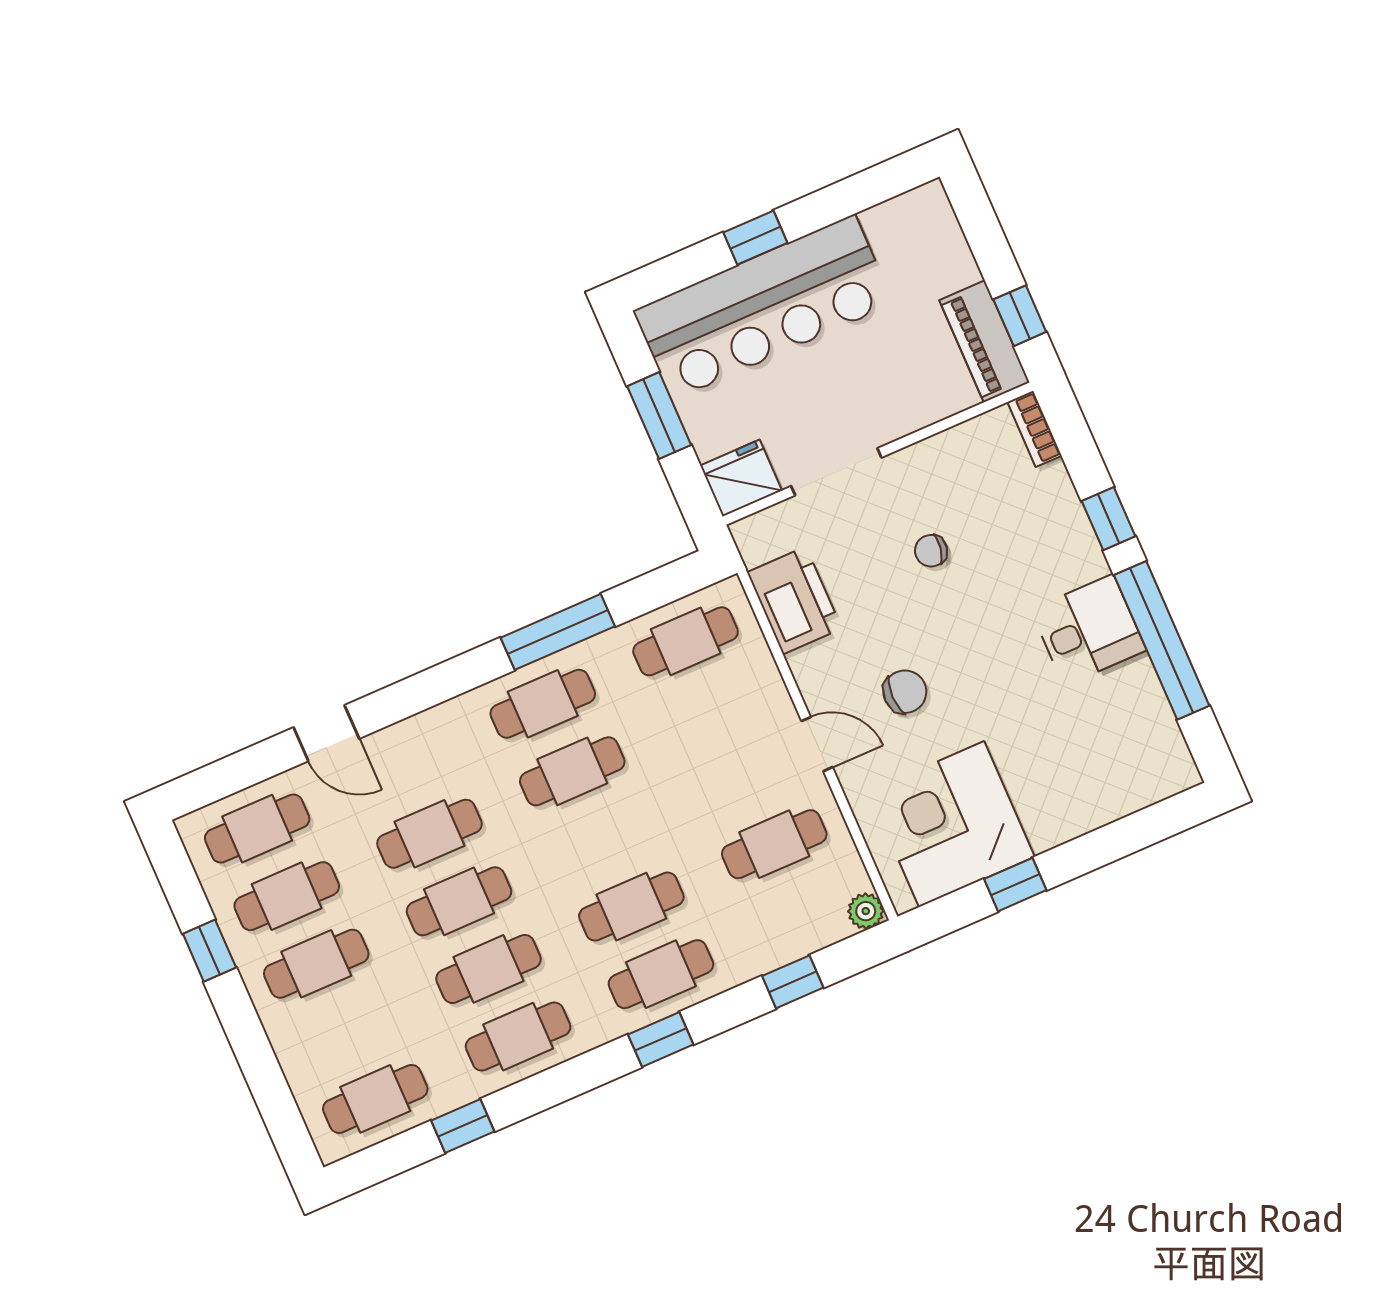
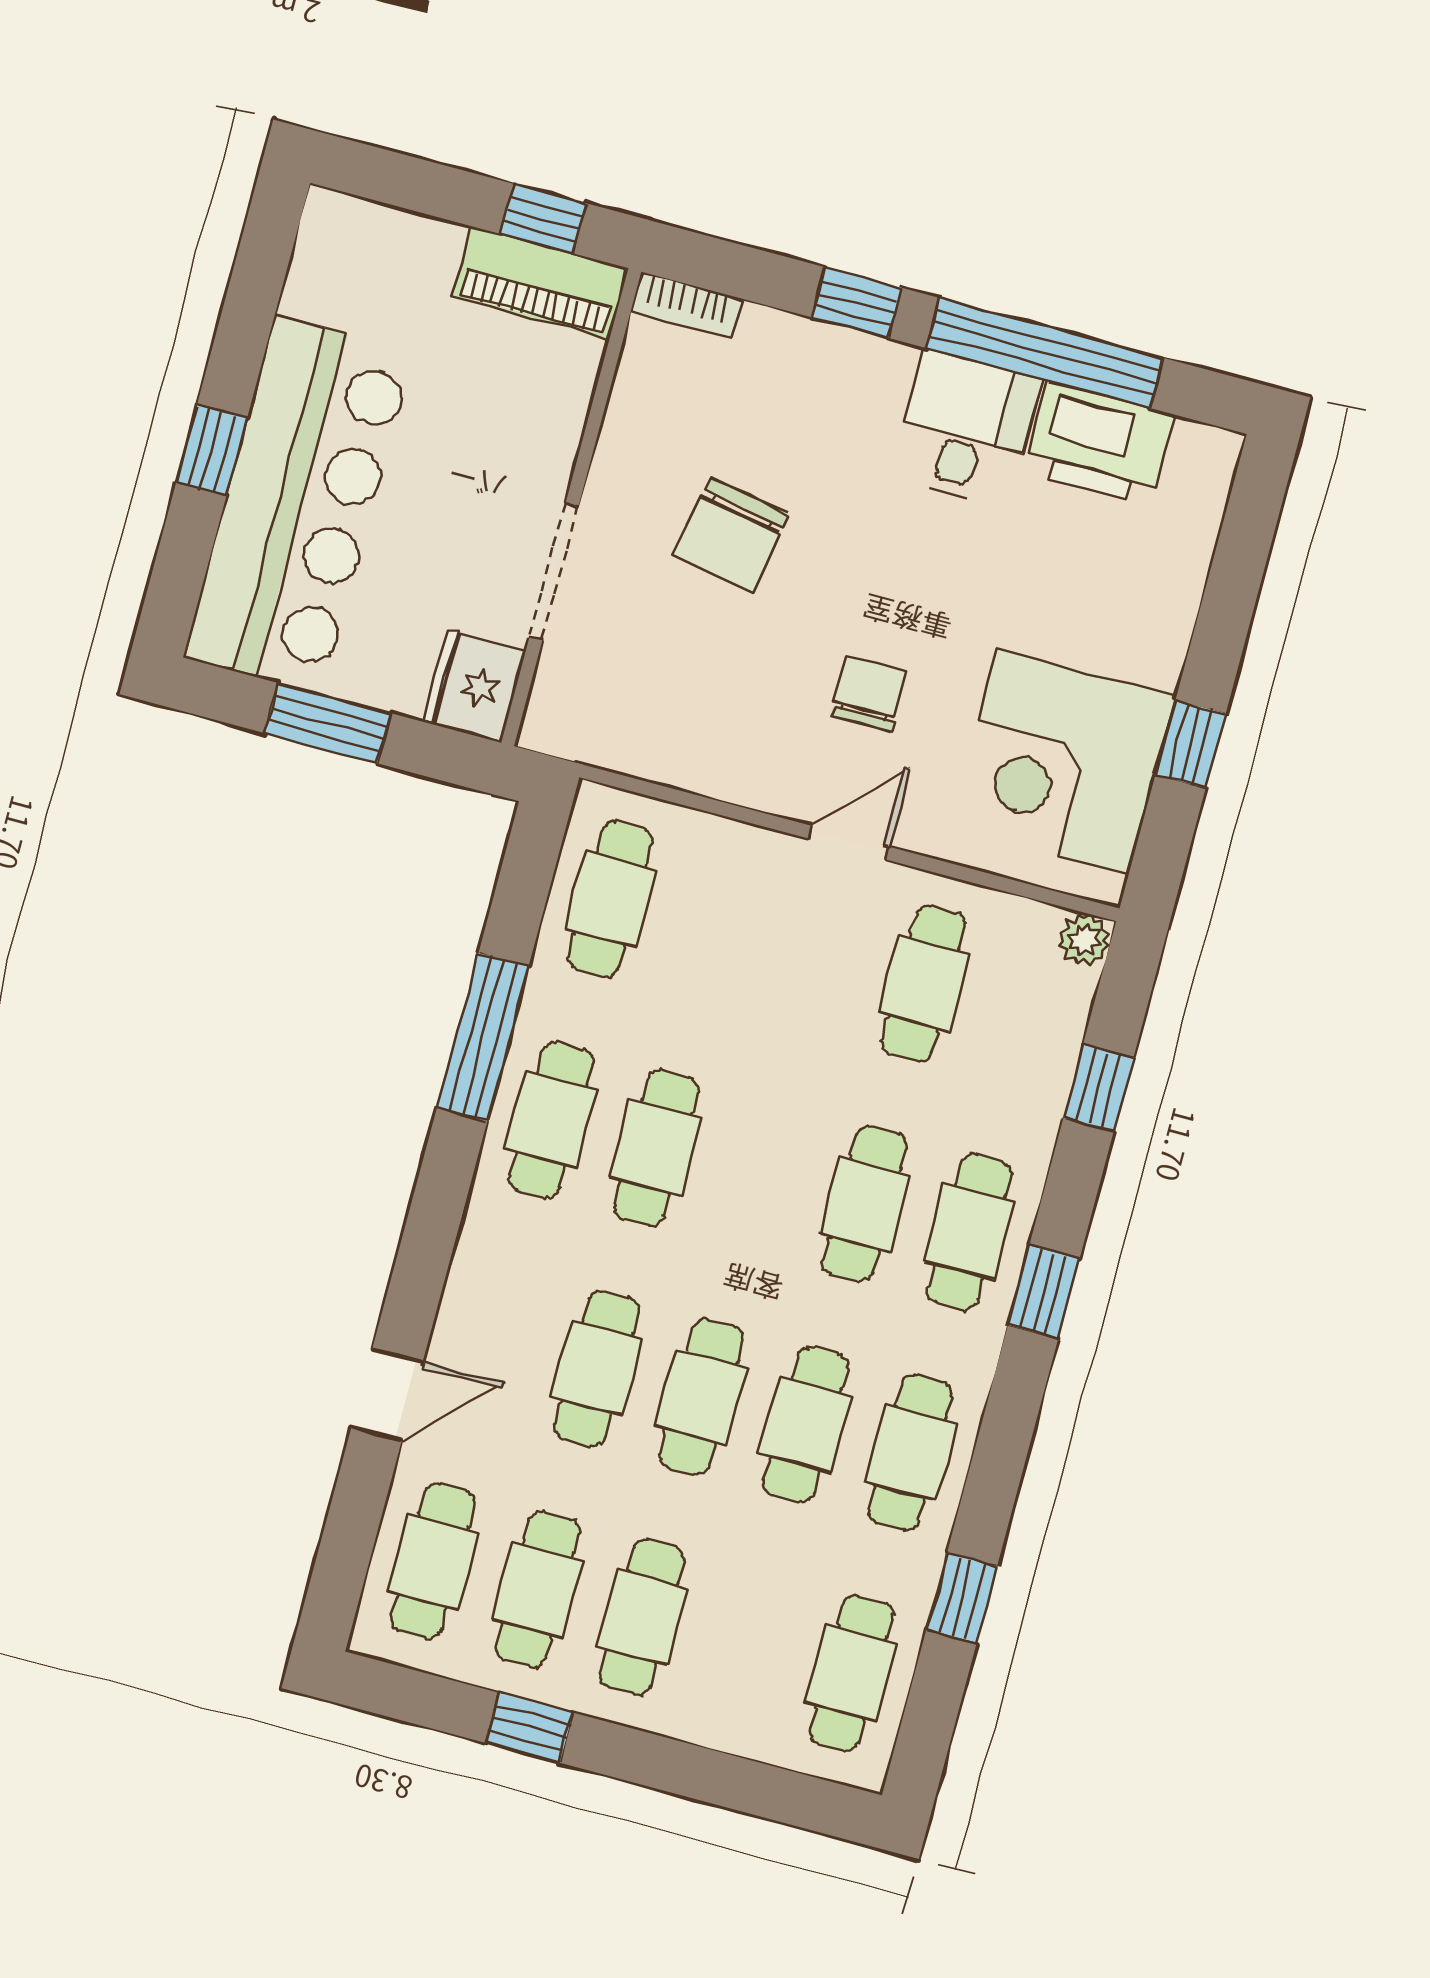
chair: (931, 551) -> (731, 535), width x1.87, depth x1.87
printer: (794, 600) -> (1099, 443), moved, turned 180

